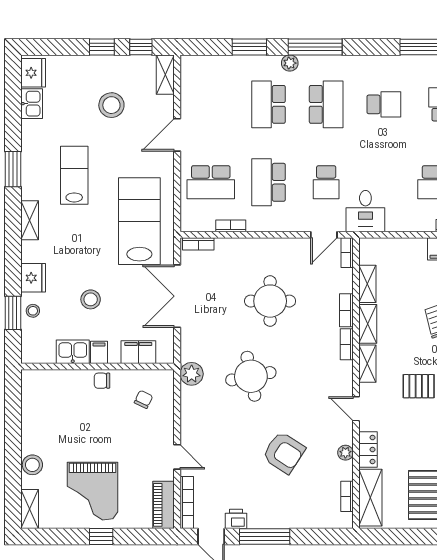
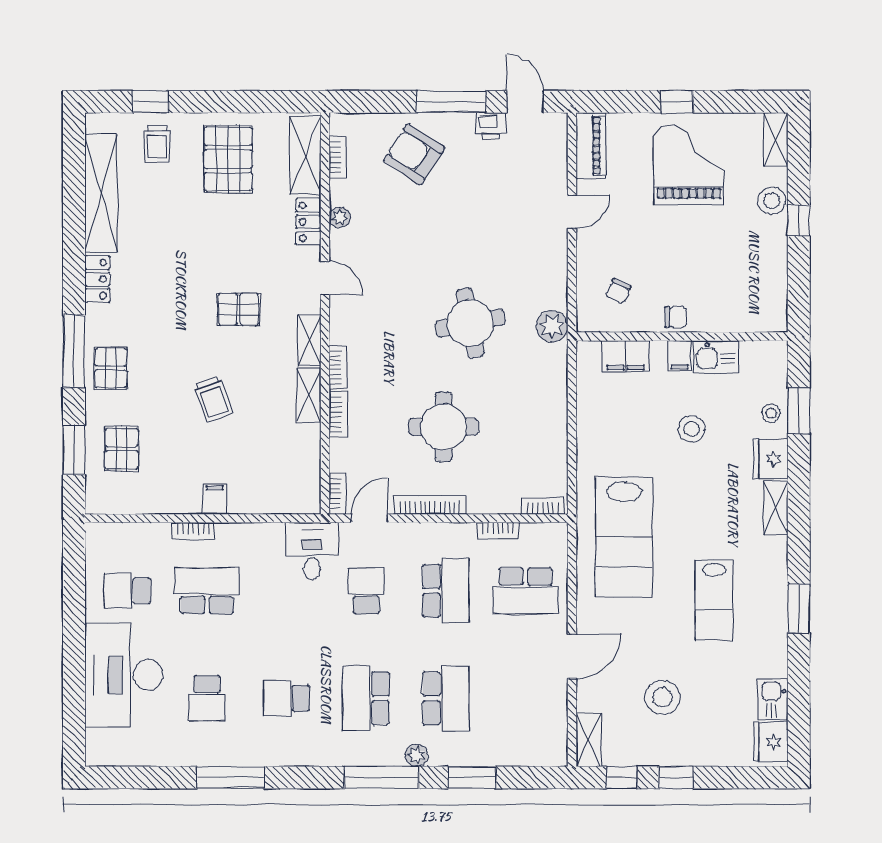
school desk: (211, 182) -> (526, 591), turned 180
shelving: (30, 220) -> (776, 508), moved
shelving: (367, 284) -> (309, 450), removed
double door: (177, 296) -> (572, 434), removed
window: (13, 451) -> (799, 220), added
armchair: (284, 453) -> (414, 154), moved
door: (177, 457) -> (572, 212), swing flipped
bookcase: (187, 503) -> (430, 505), moved, turned 90

